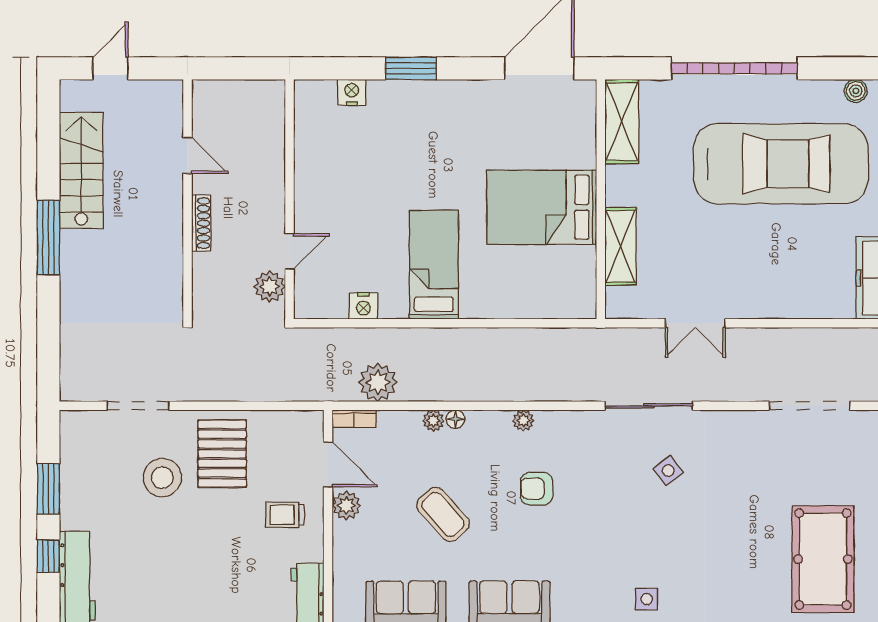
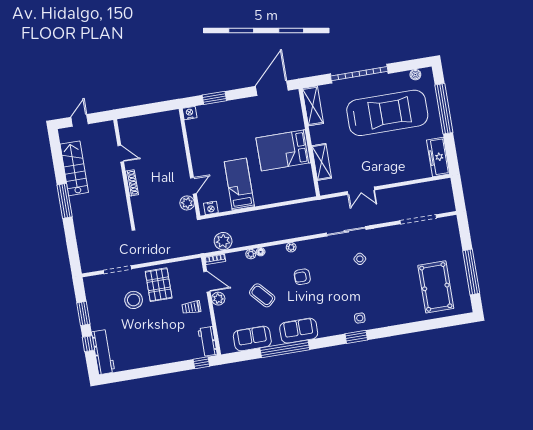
wall: (289, 199) -> (189, 162), moved
door: (289, 251) -> (193, 186), moved
plant: (270, 287) -> (187, 203), moved

